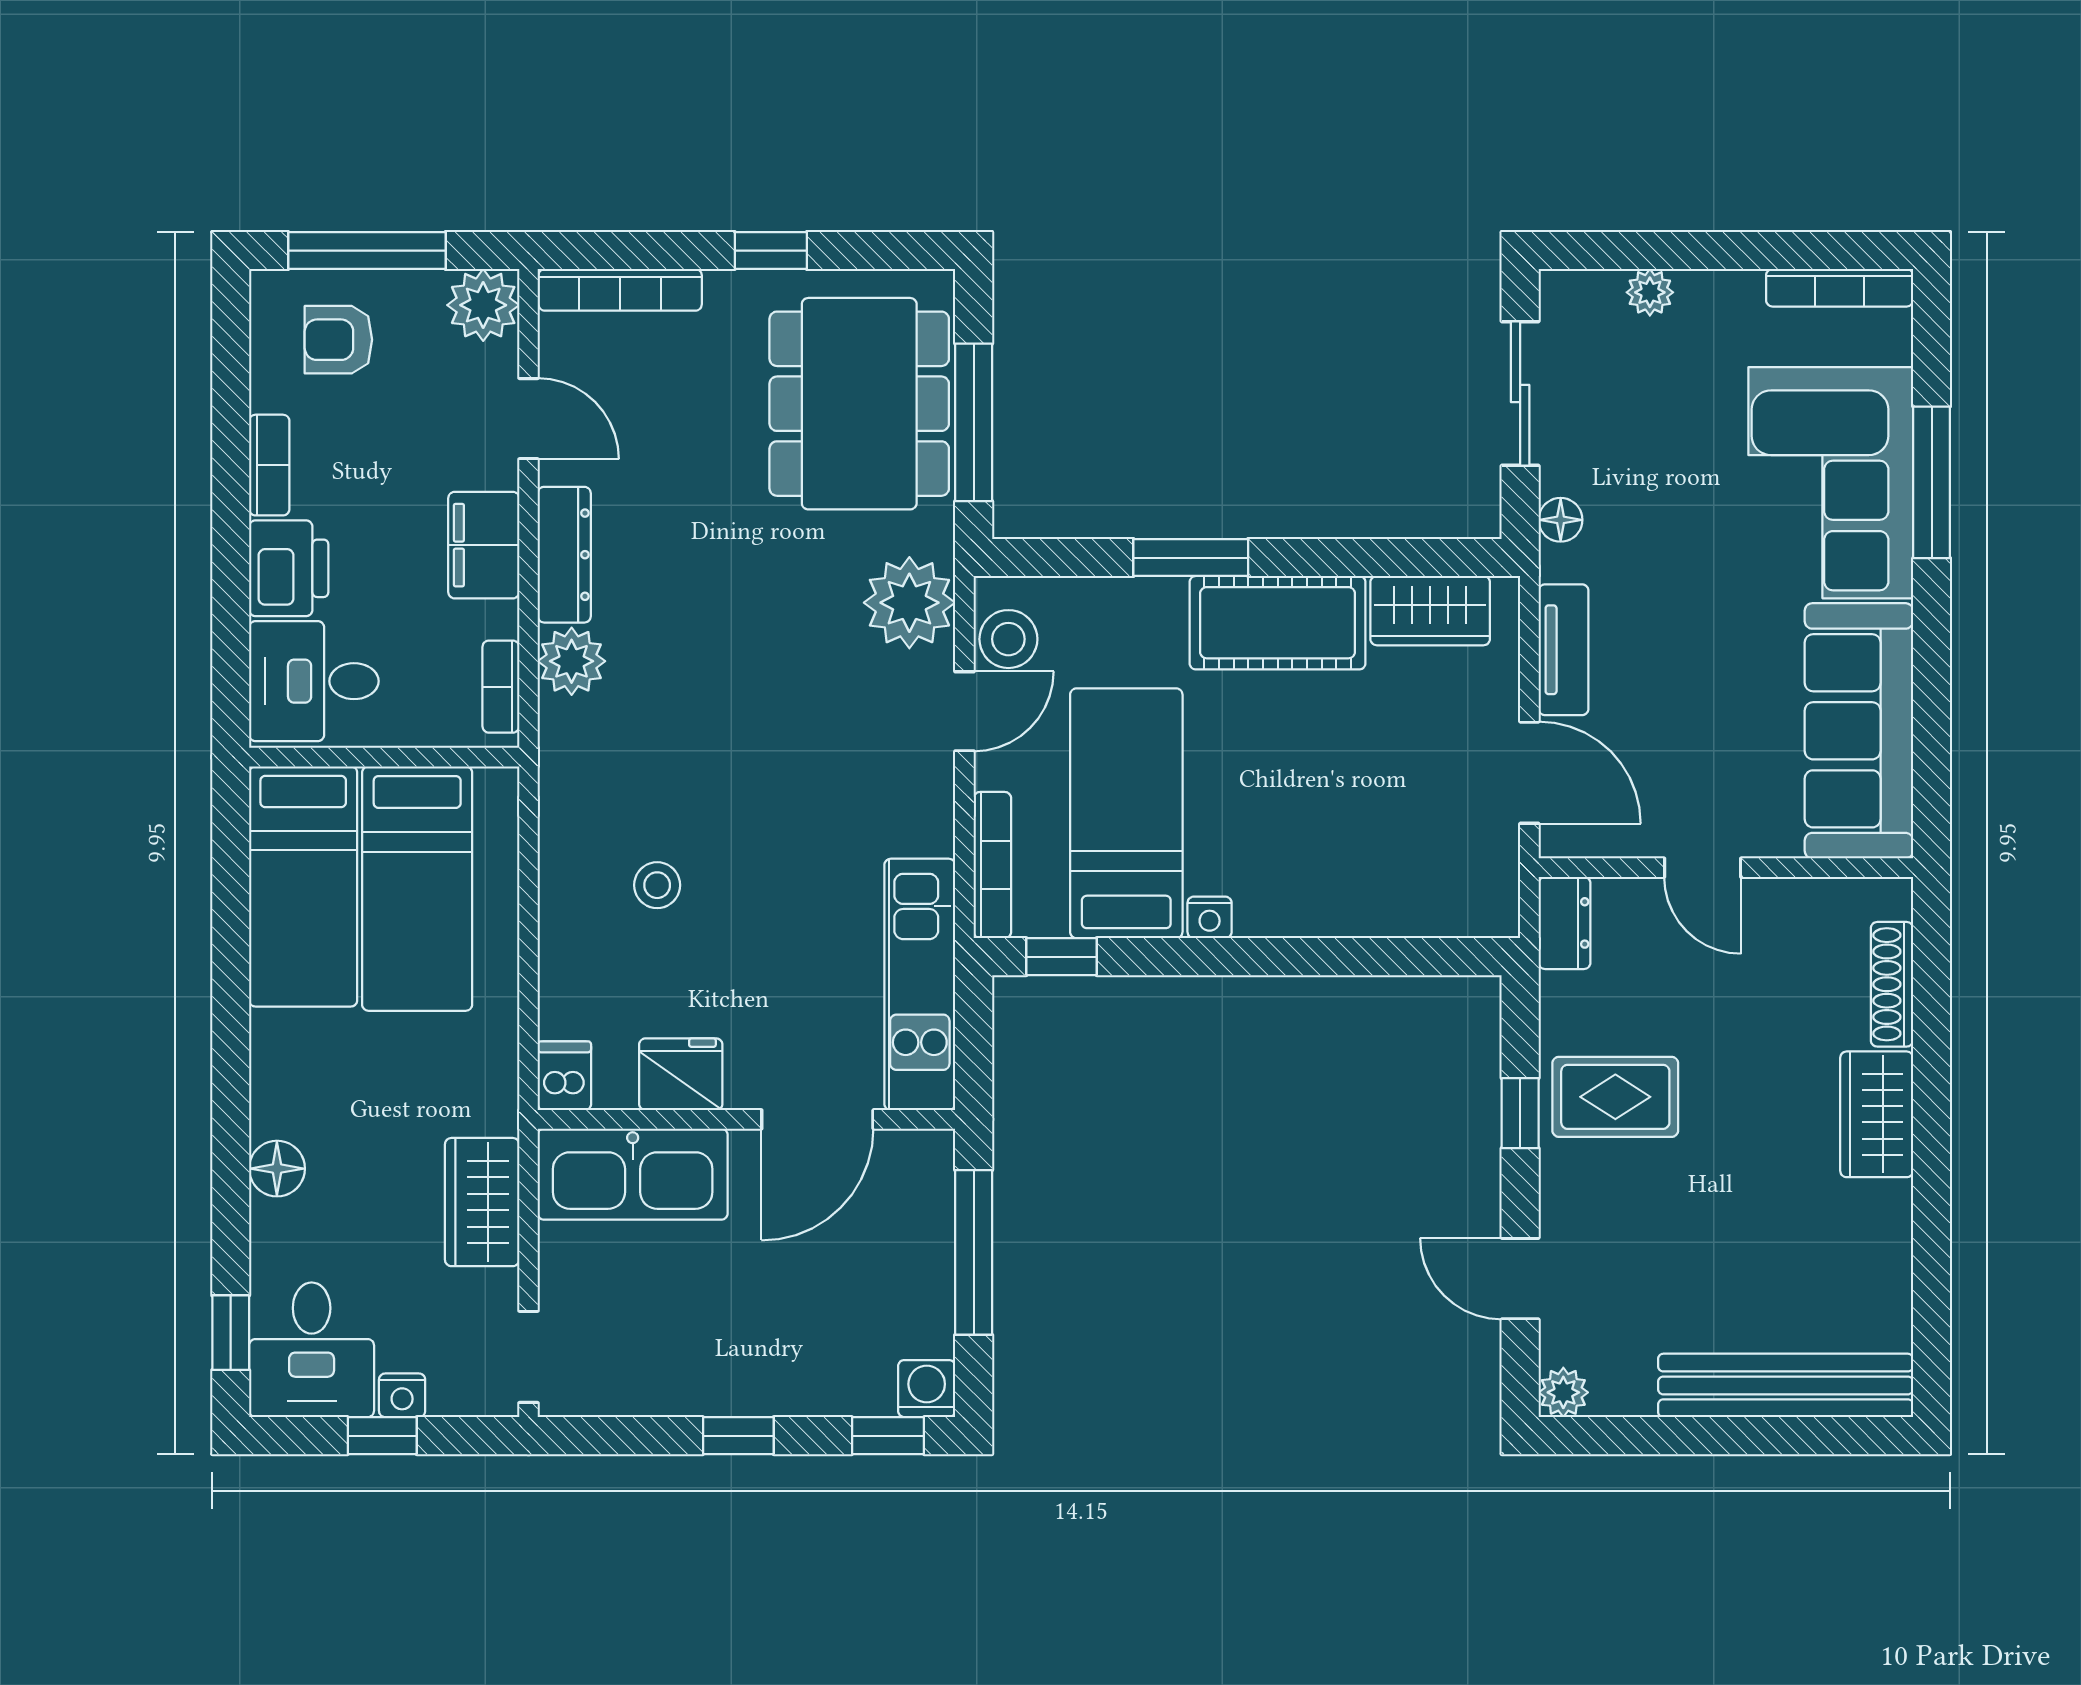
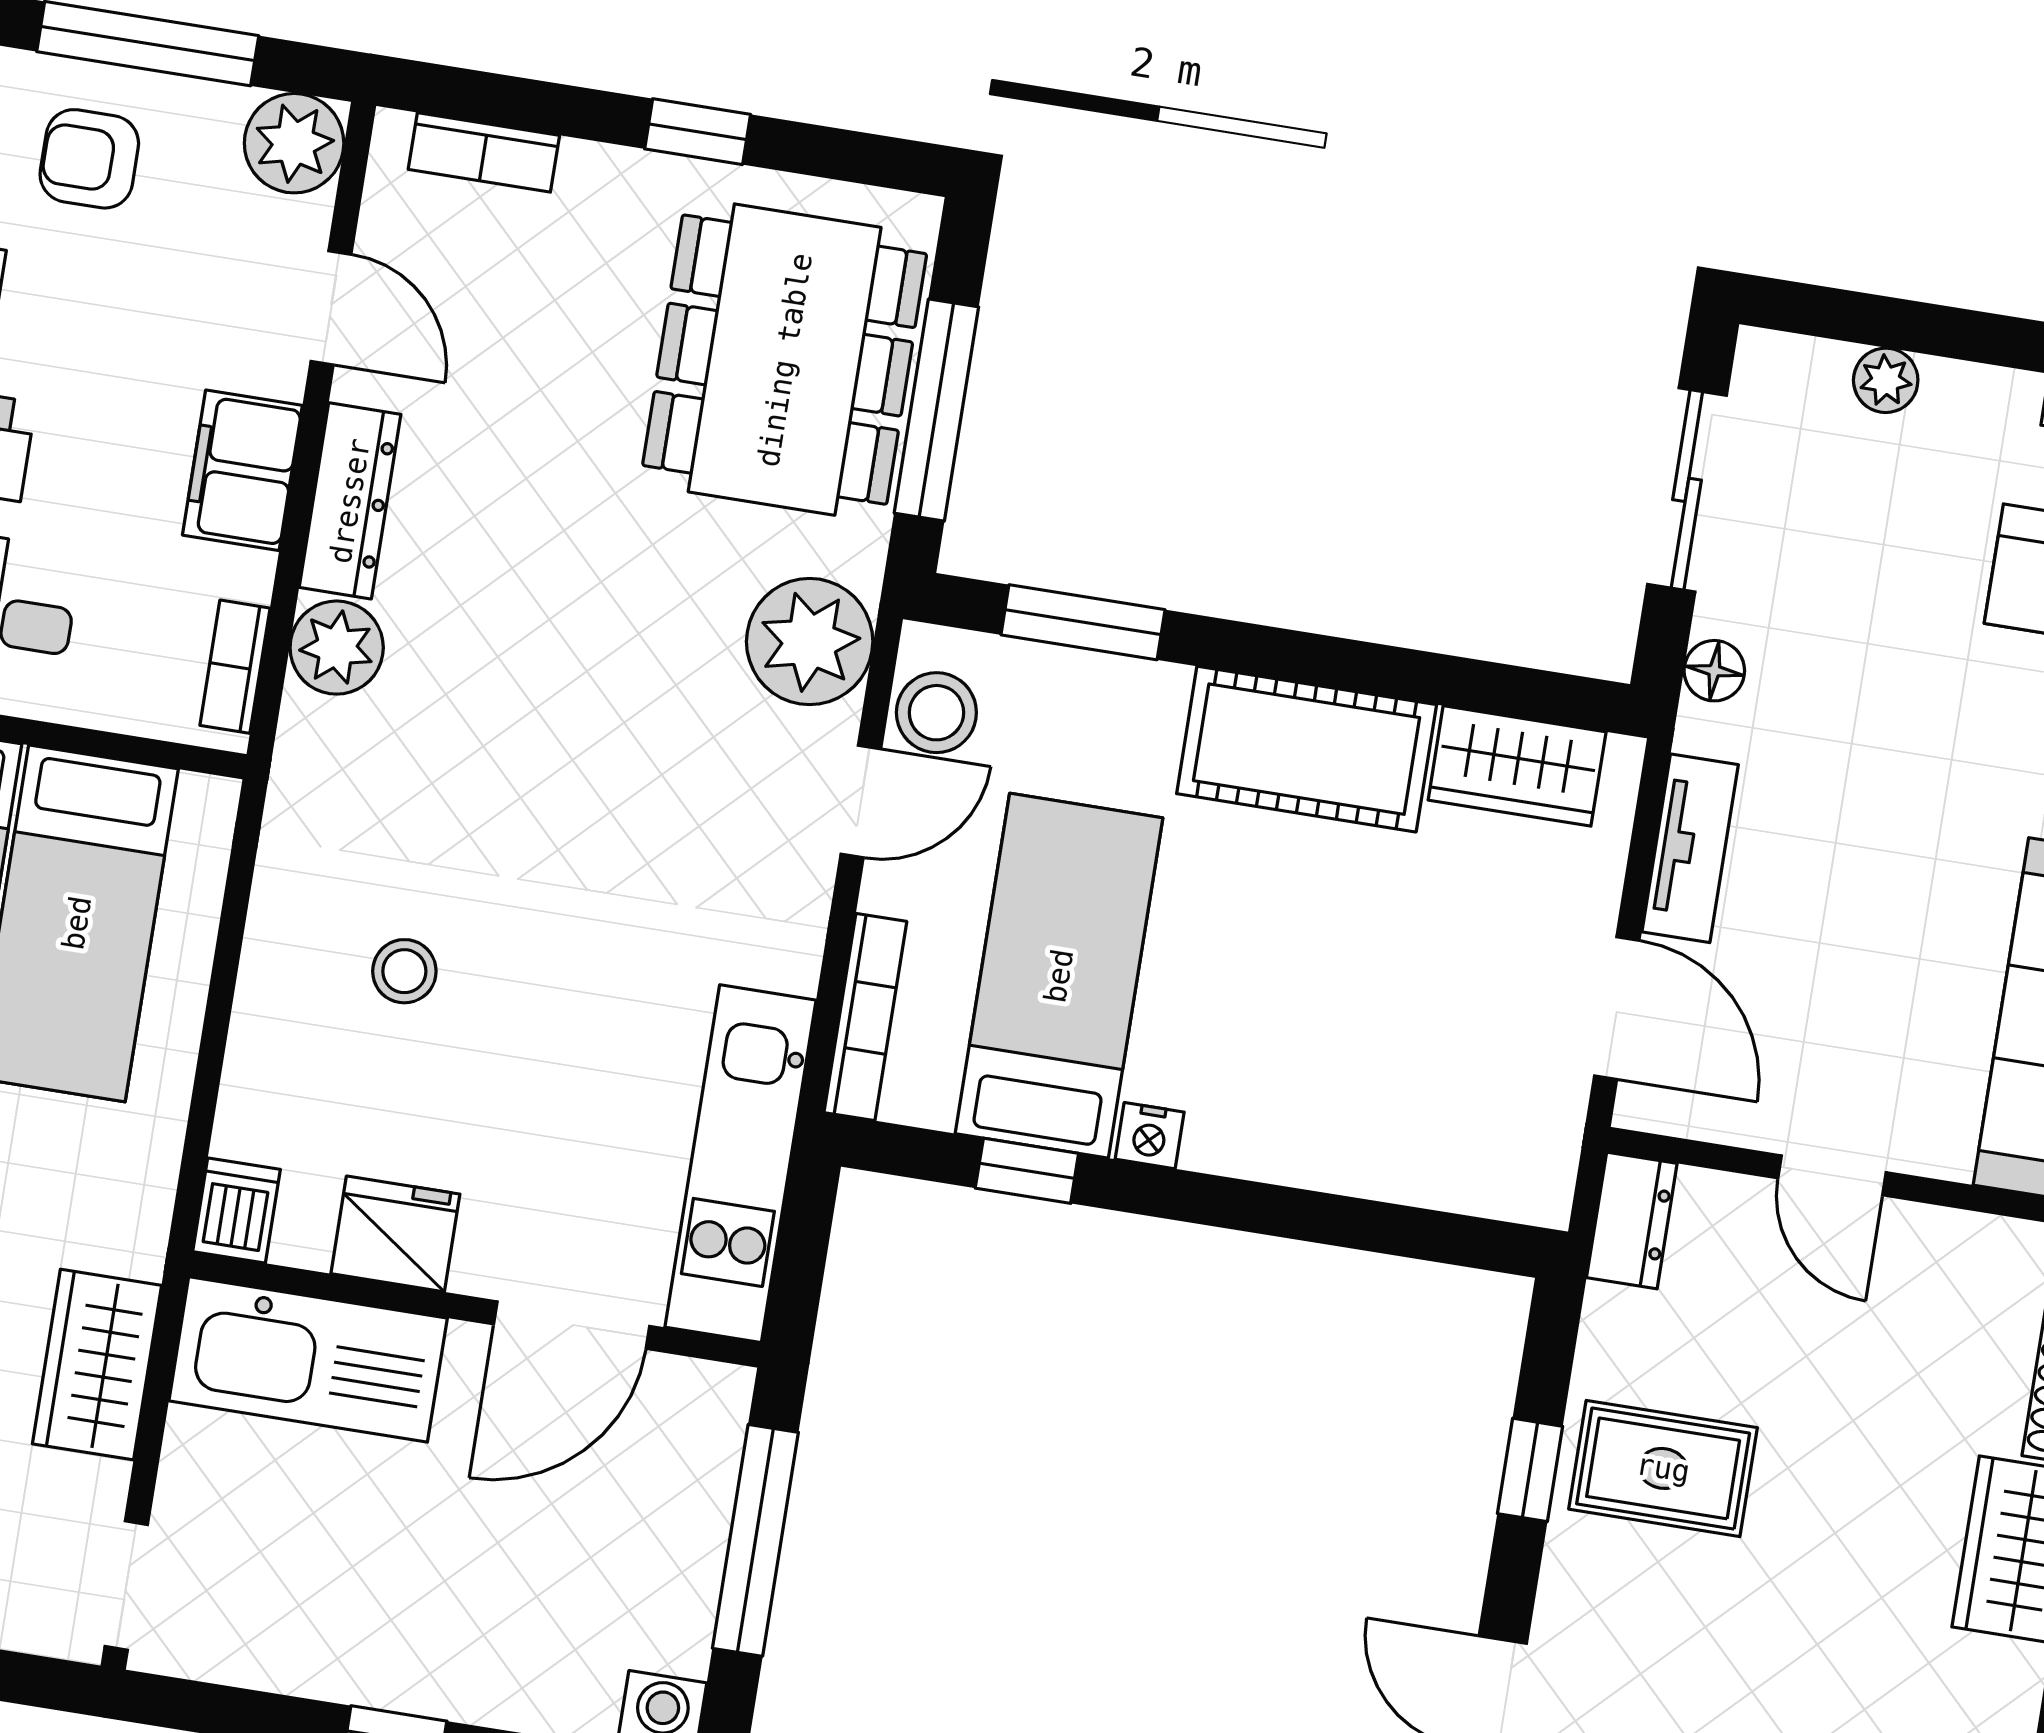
bookcase: (620, 290) -> (484, 152), width x0.64
window: (1191, 558) -> (1083, 622), moved
window: (1062, 957) -> (1027, 1171), moved

